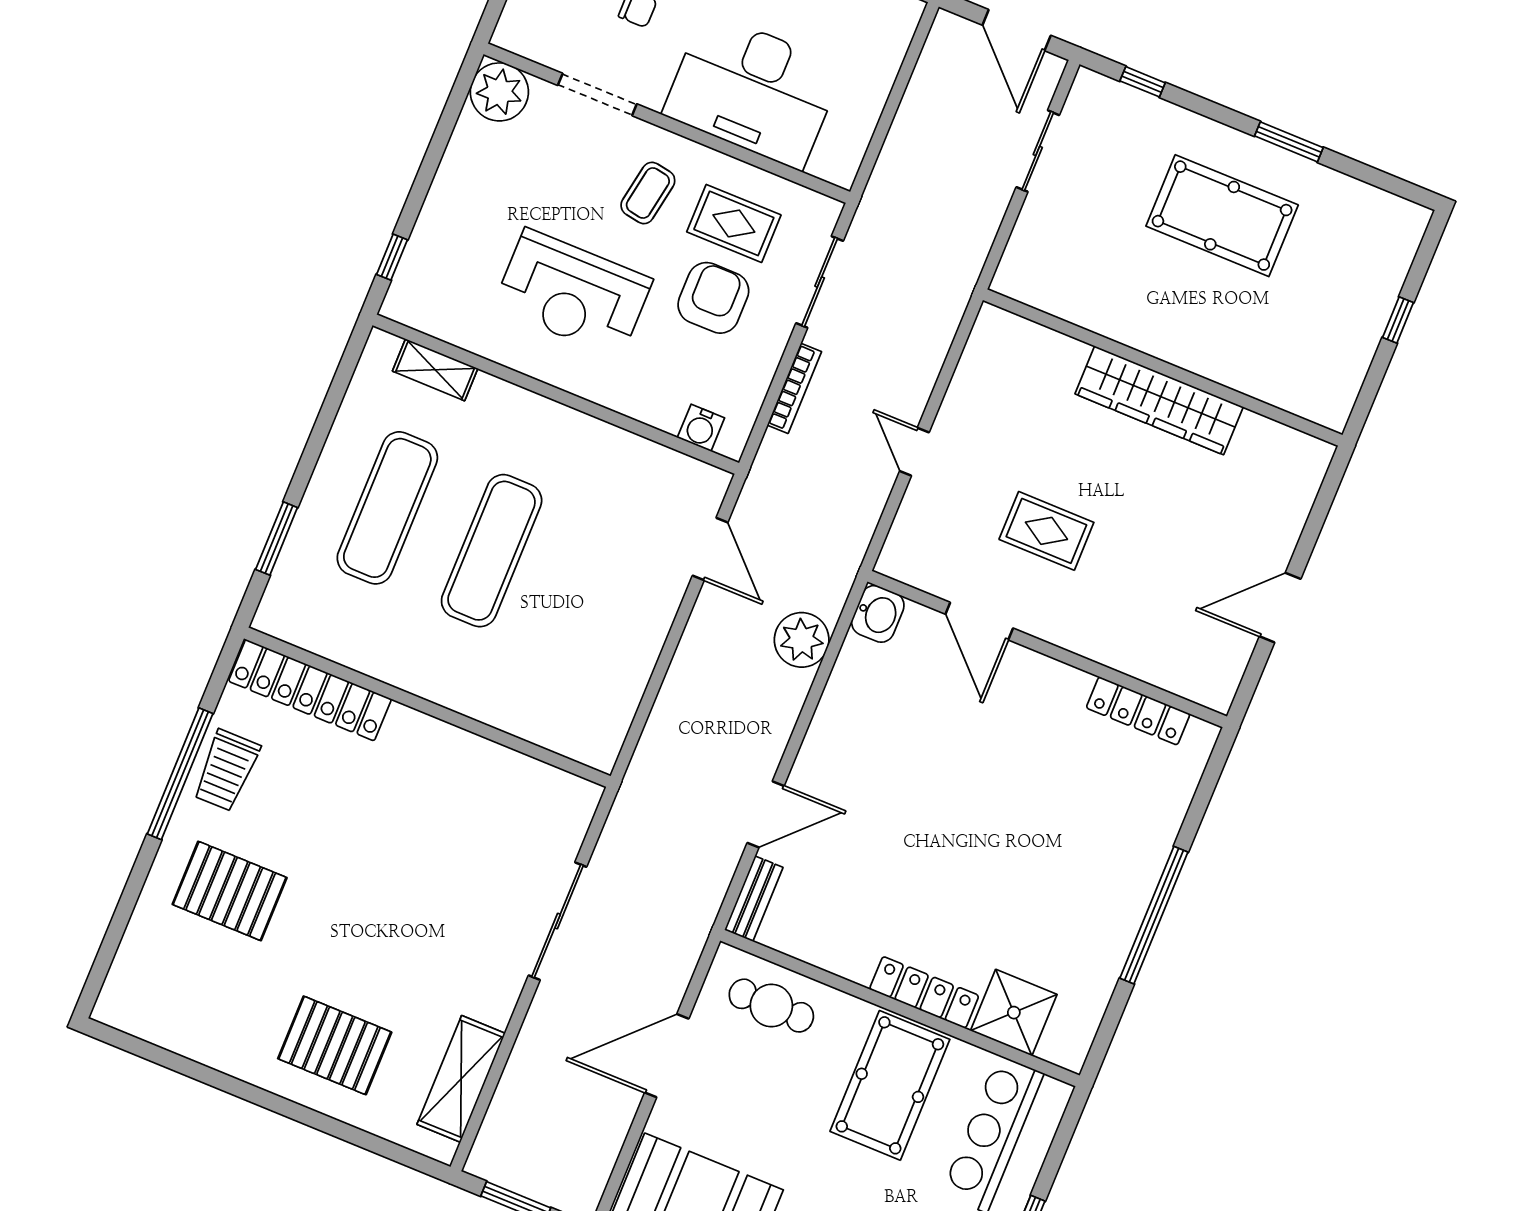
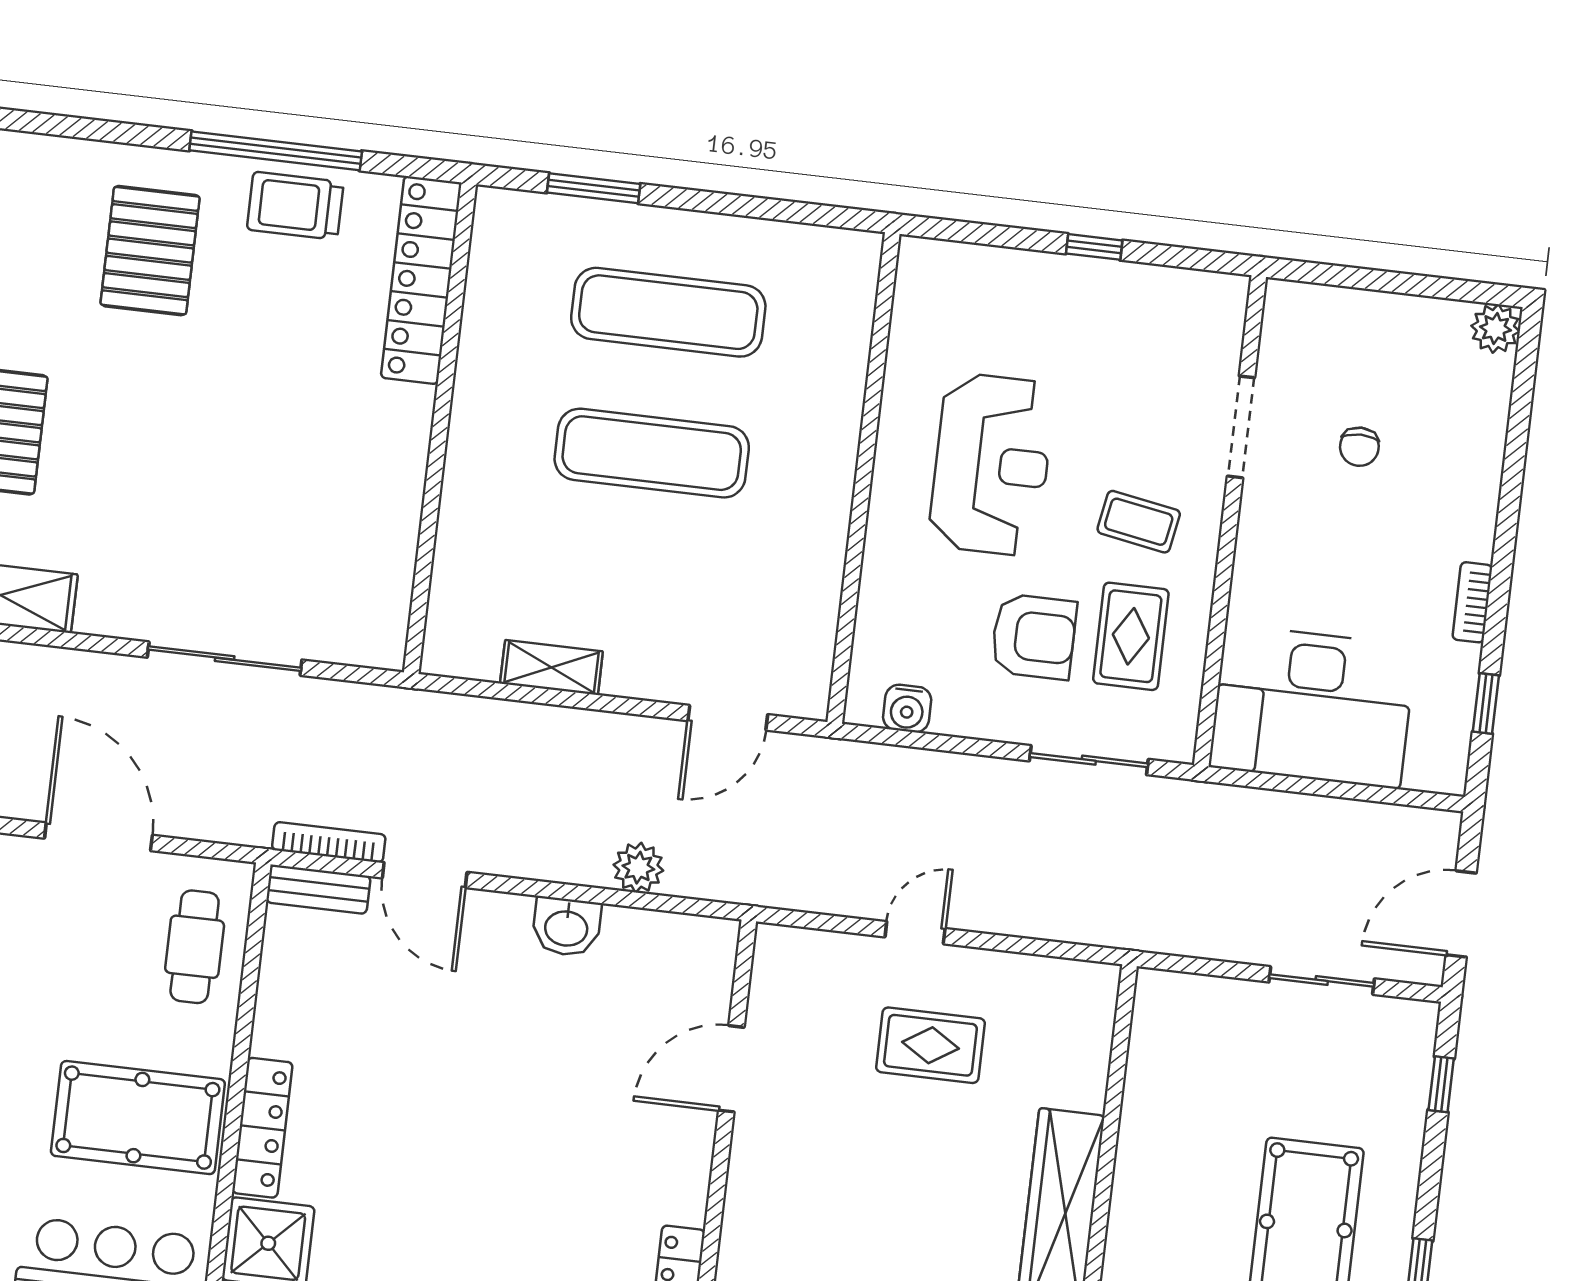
desk: (753, 90) -> (1312, 707), moved, turned -90
plant: (499, 92) -> (1211, 307), removed
window: (392, 257) -> (1094, 247), moved
reception desk: (573, 293) -> (992, 464), turned 180
shelving: (435, 370) -> (551, 668), moved, turned 90
bookcase: (794, 388) -> (329, 842), moved, turned 180
water cooler: (701, 428) -> (907, 708), moved, turned -90
rug: (1046, 531) -> (930, 1045), moved, turned 90
washbasin: (878, 614) -> (566, 927), moved
plant: (802, 640) -> (638, 868), width x0.73, depth x0.73

